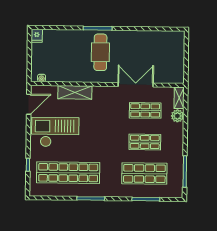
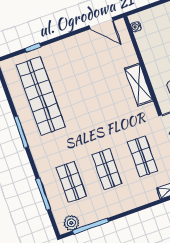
shelving: (75, 92) -> (139, 85), moved
plant: (177, 116) -> (71, 223), moved
checkout: (55, 132) -> (81, 65), removed
shop shelf: (144, 174) -> (71, 182), width x0.70, depth x0.74

